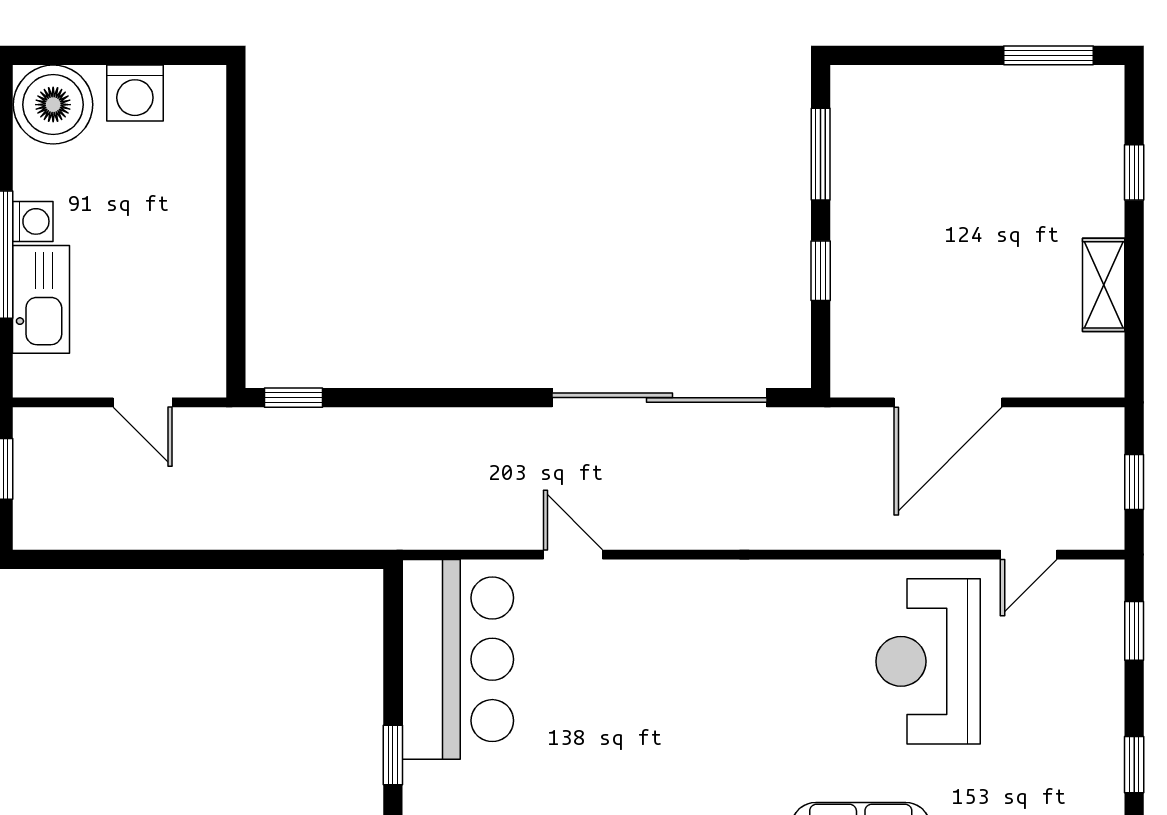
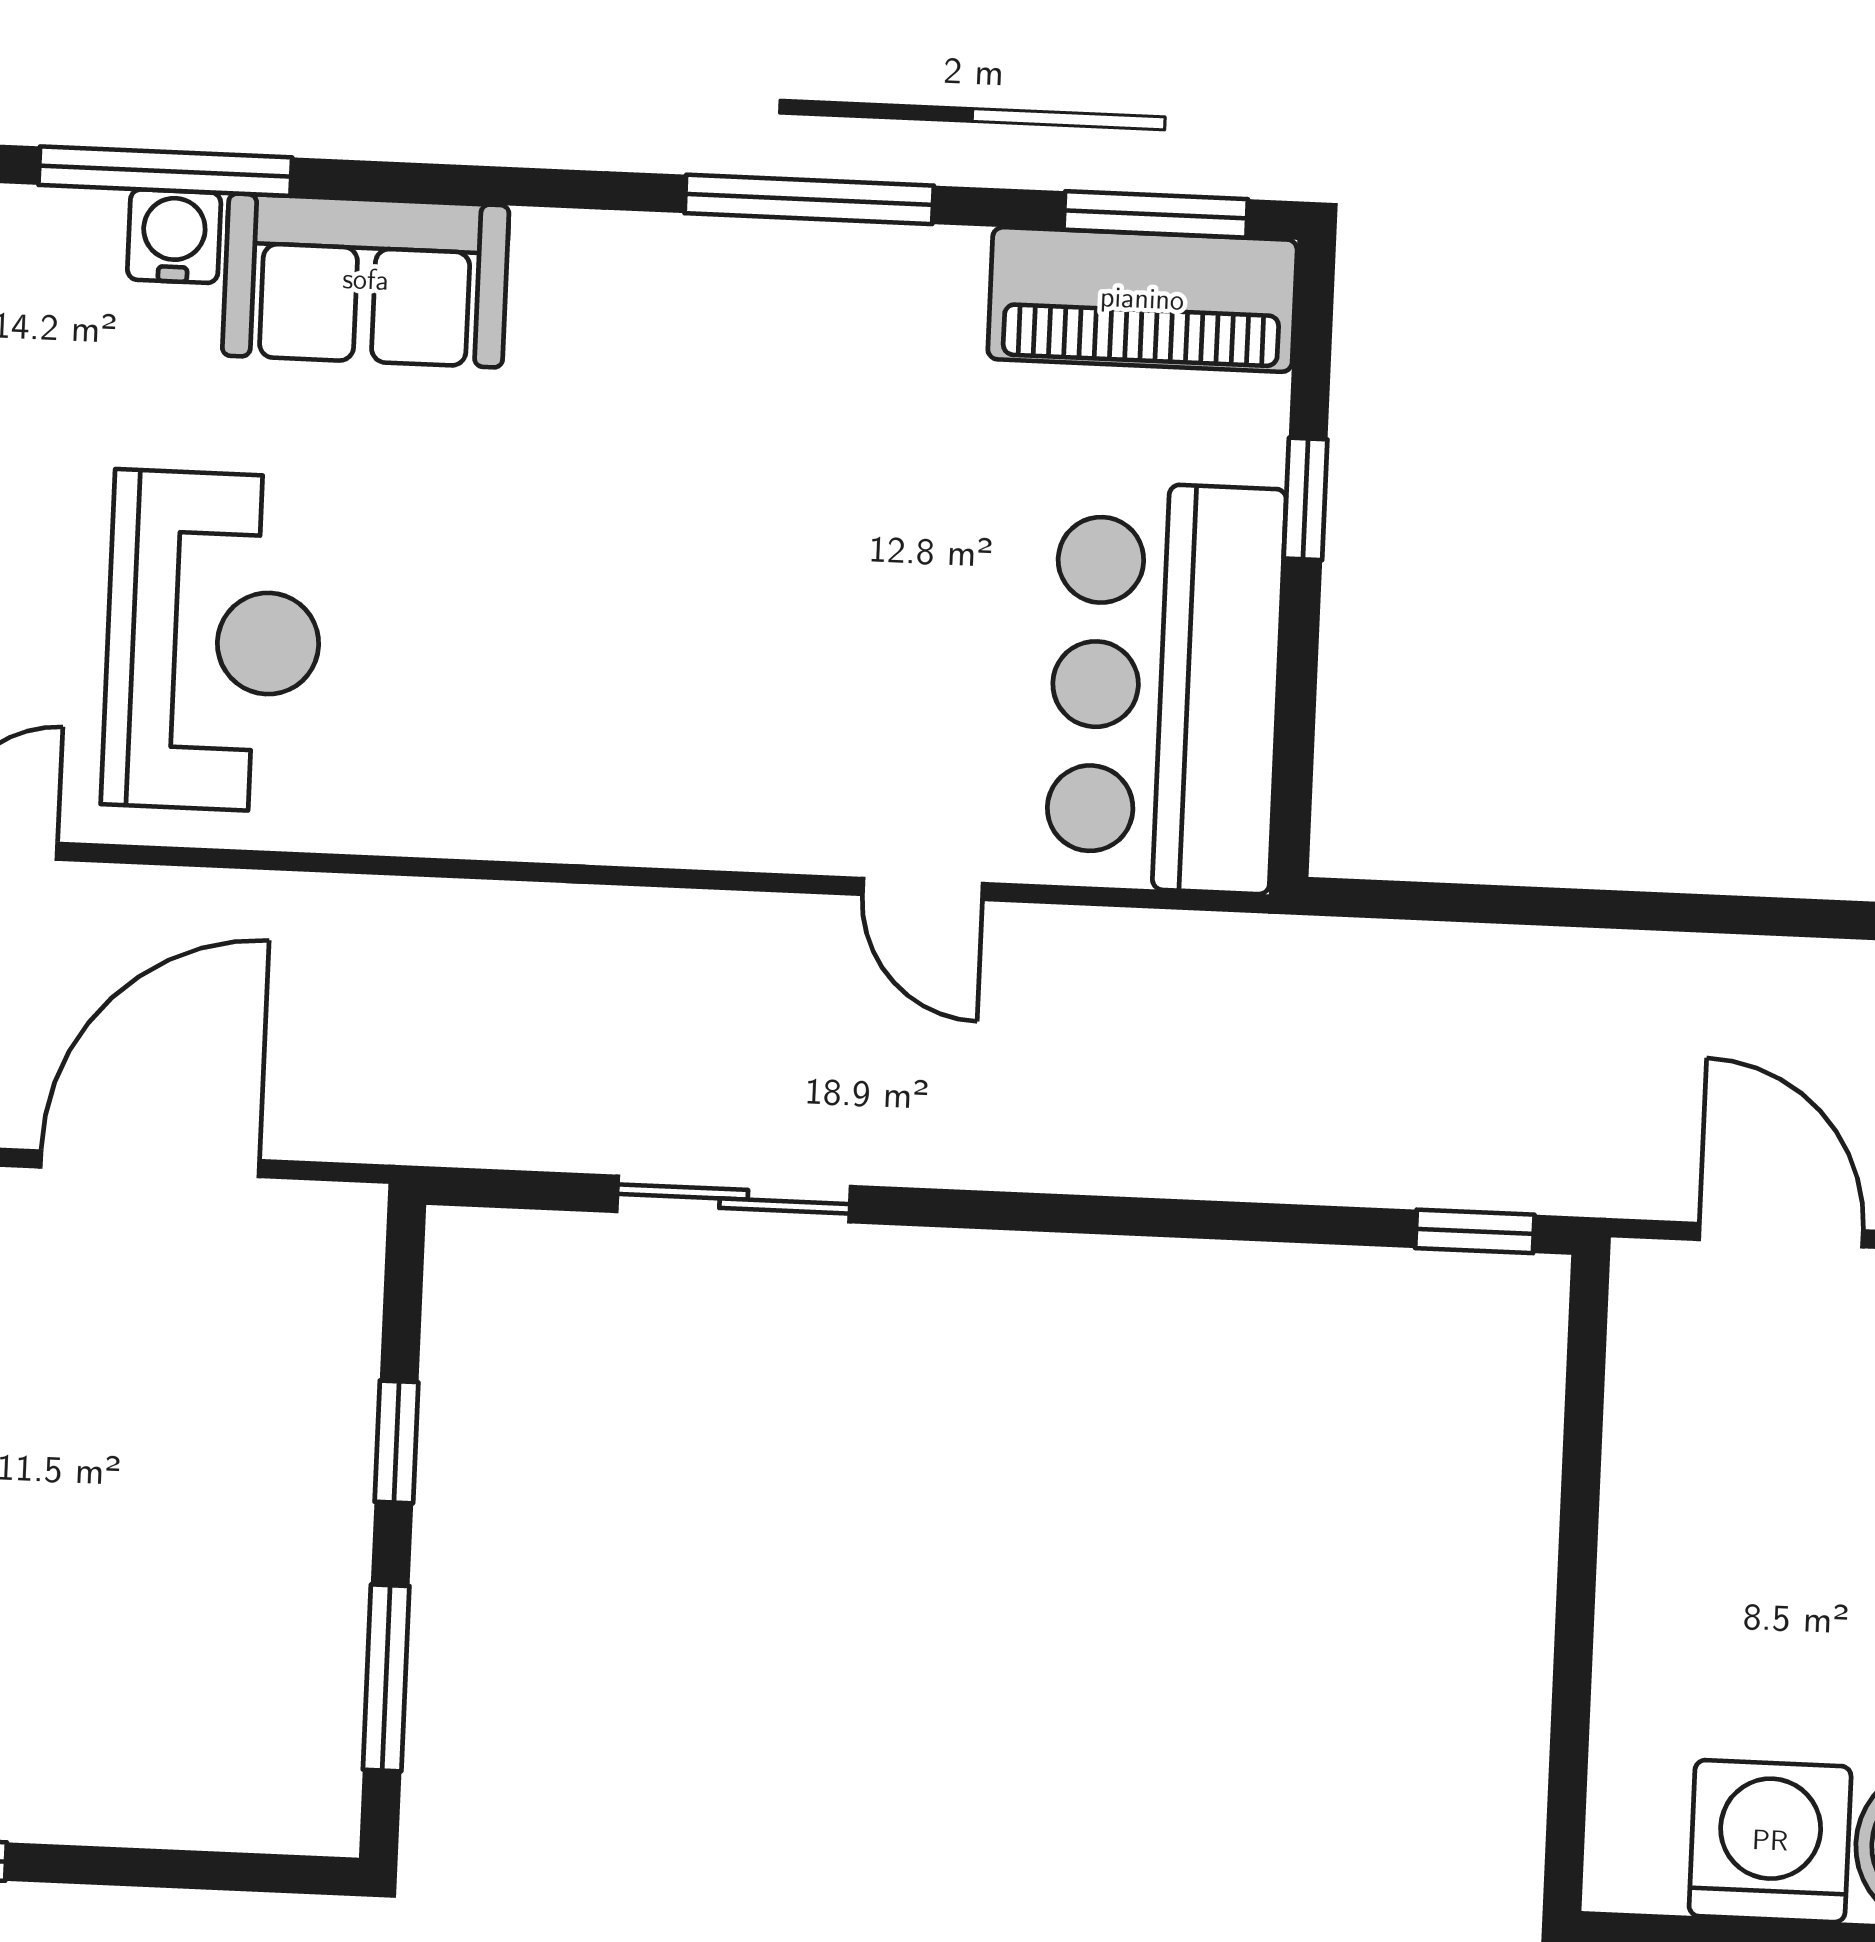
washing machine: (135, 93) -> (1770, 1841), width x1.37, depth x1.37
sliding door: (660, 398) -> (734, 1199), width x0.54
door: (143, 402) -> (1781, 1235), width x1.37

